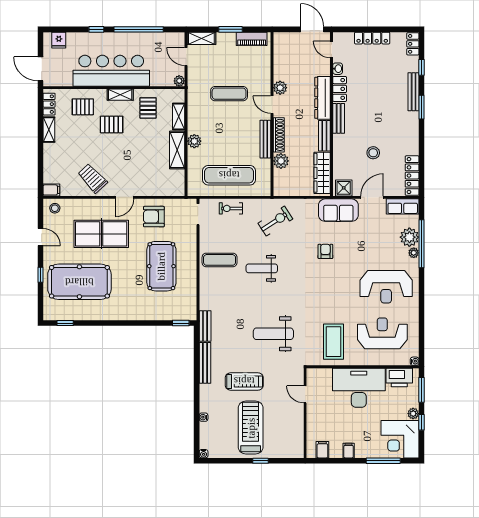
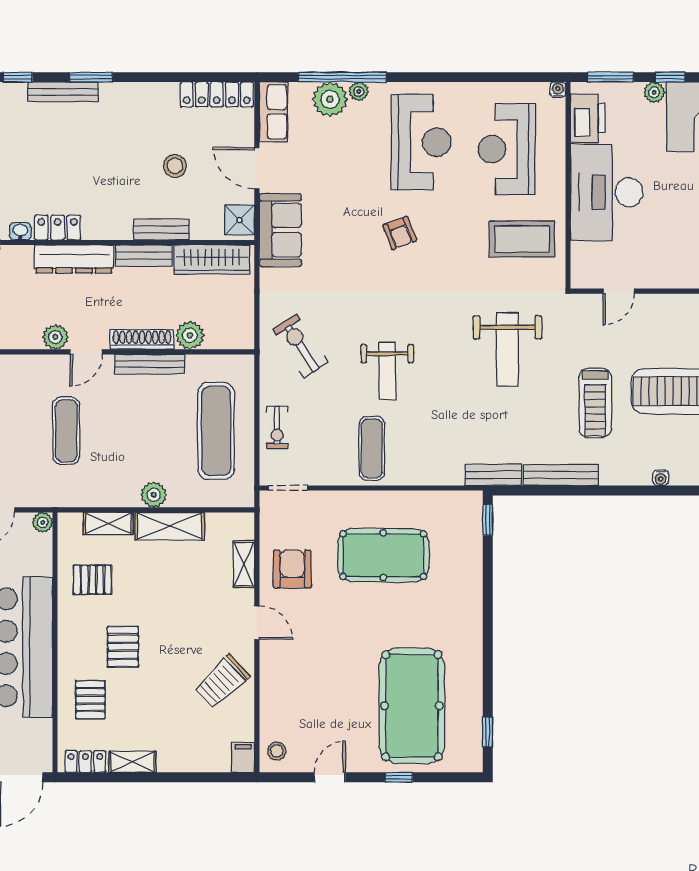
shelving: (120, 95) -> (244, 564), moved
bench: (339, 118) -> (162, 229), moved
armchair: (154, 217) -> (292, 569), turned 180
table tennis table: (101, 234) -> (324, 666), removed
armchair: (325, 251) -> (400, 233), moved, turned -111
treadmill: (244, 381) -> (595, 403), turned 180

